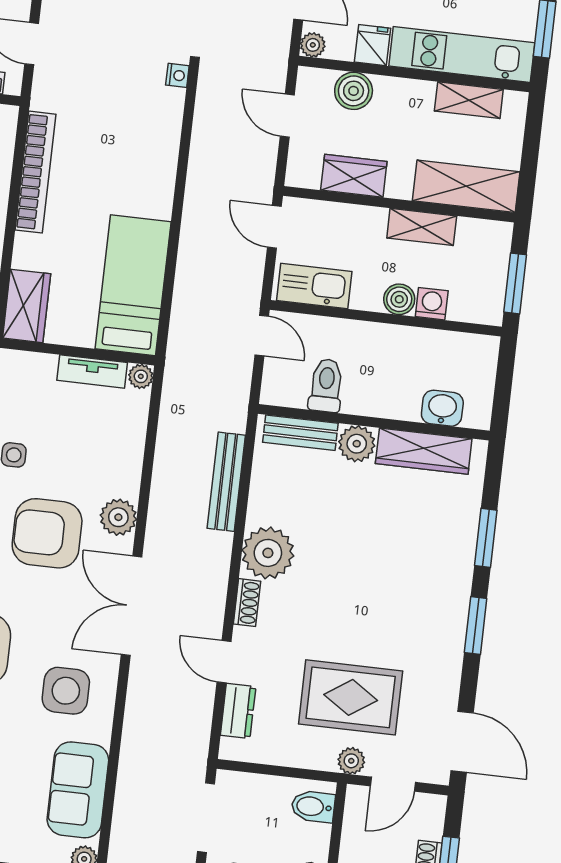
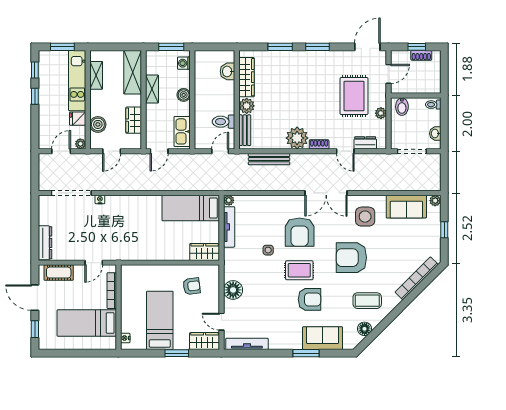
bookcase: (35, 172) -> (148, 255), removed
washing machine: (432, 304) -> (184, 63), moved
door: (262, 336) -> (220, 151), moved
tv unit: (92, 371) -> (229, 227), width x1.41
plant: (118, 517) -> (289, 203), removed
door: (224, 662) -> (345, 151), hinge flipped
plant: (351, 761) -> (381, 113), moved
door: (393, 784) -> (389, 74), hinge flipped

